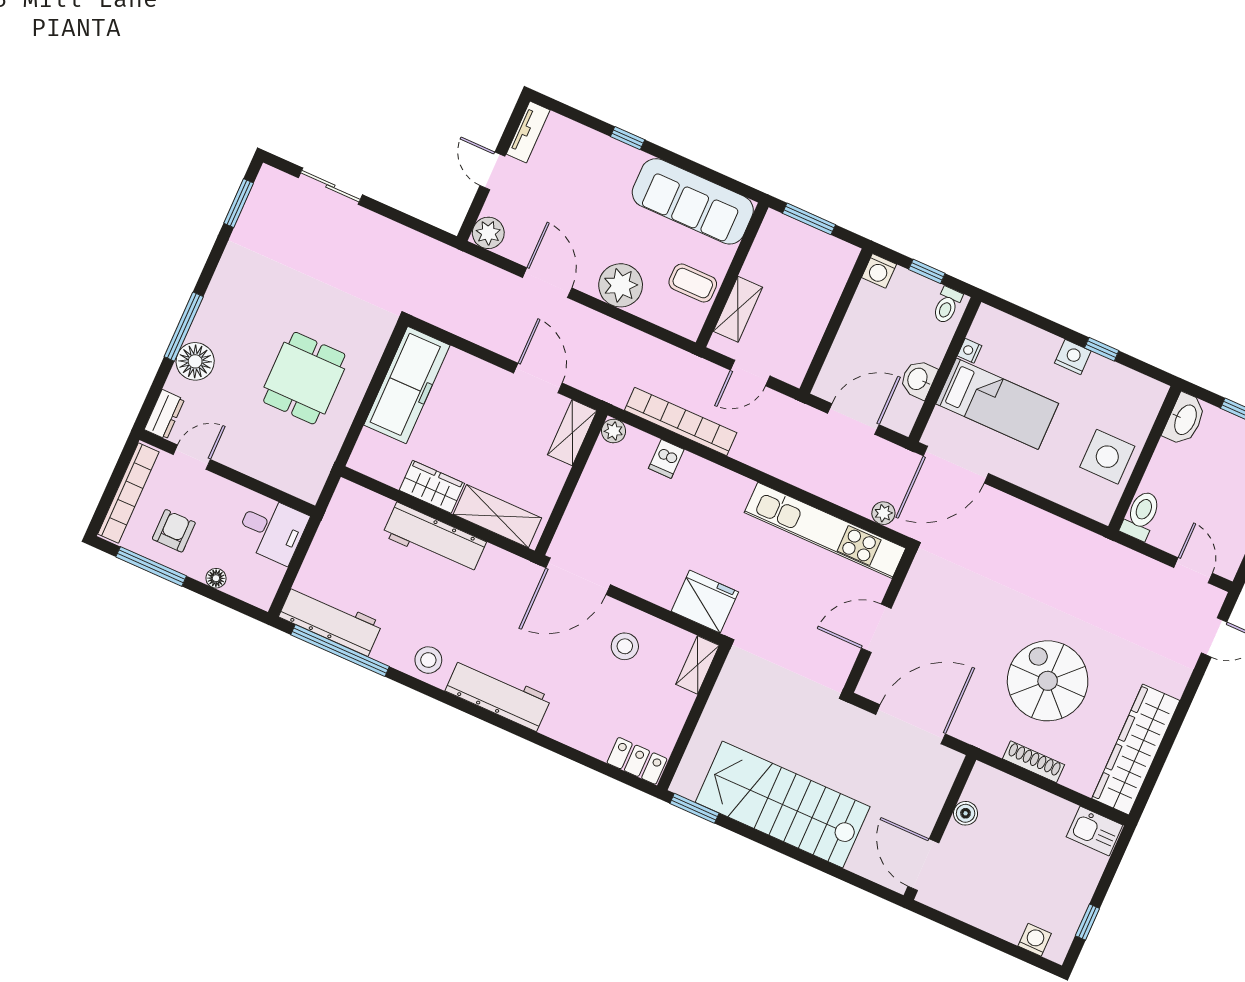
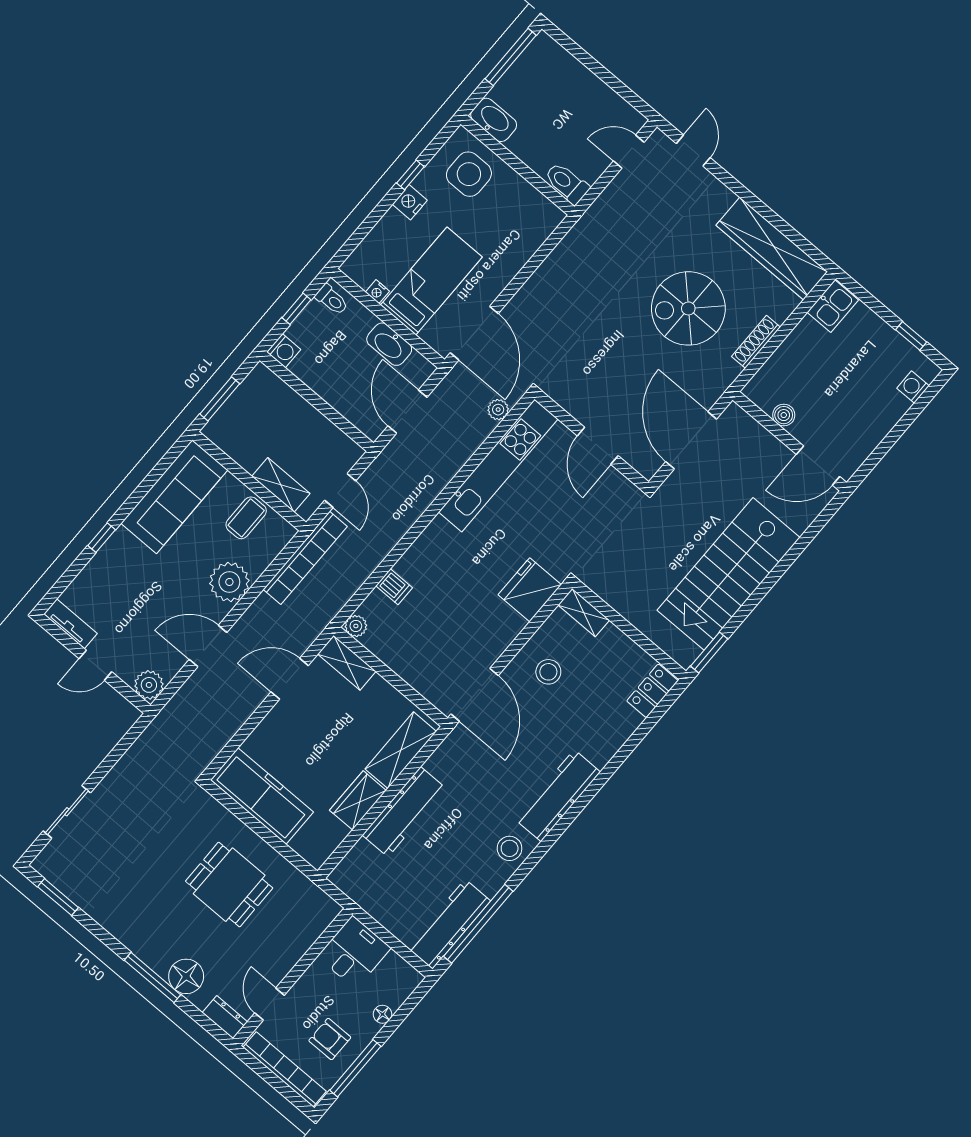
washbasin: (918, 379) -> (389, 344), width x1.38
bookcase: (681, 421) -> (305, 558), moved, turned 180
side table: (1107, 457) -> (469, 174), moved

